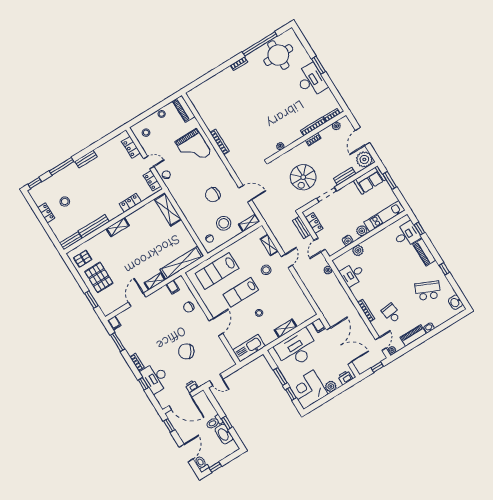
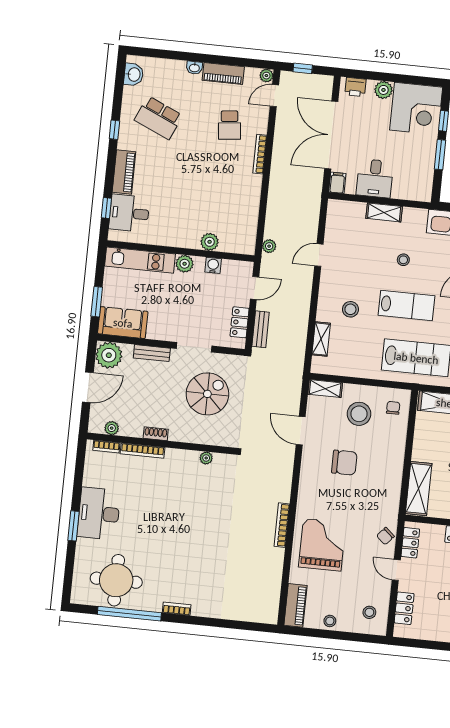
door: (287, 261) -> (319, 255), moved
desk: (352, 274) -> (241, 216), removed
desk: (297, 349) -> (375, 178), width x0.53, depth x0.77

